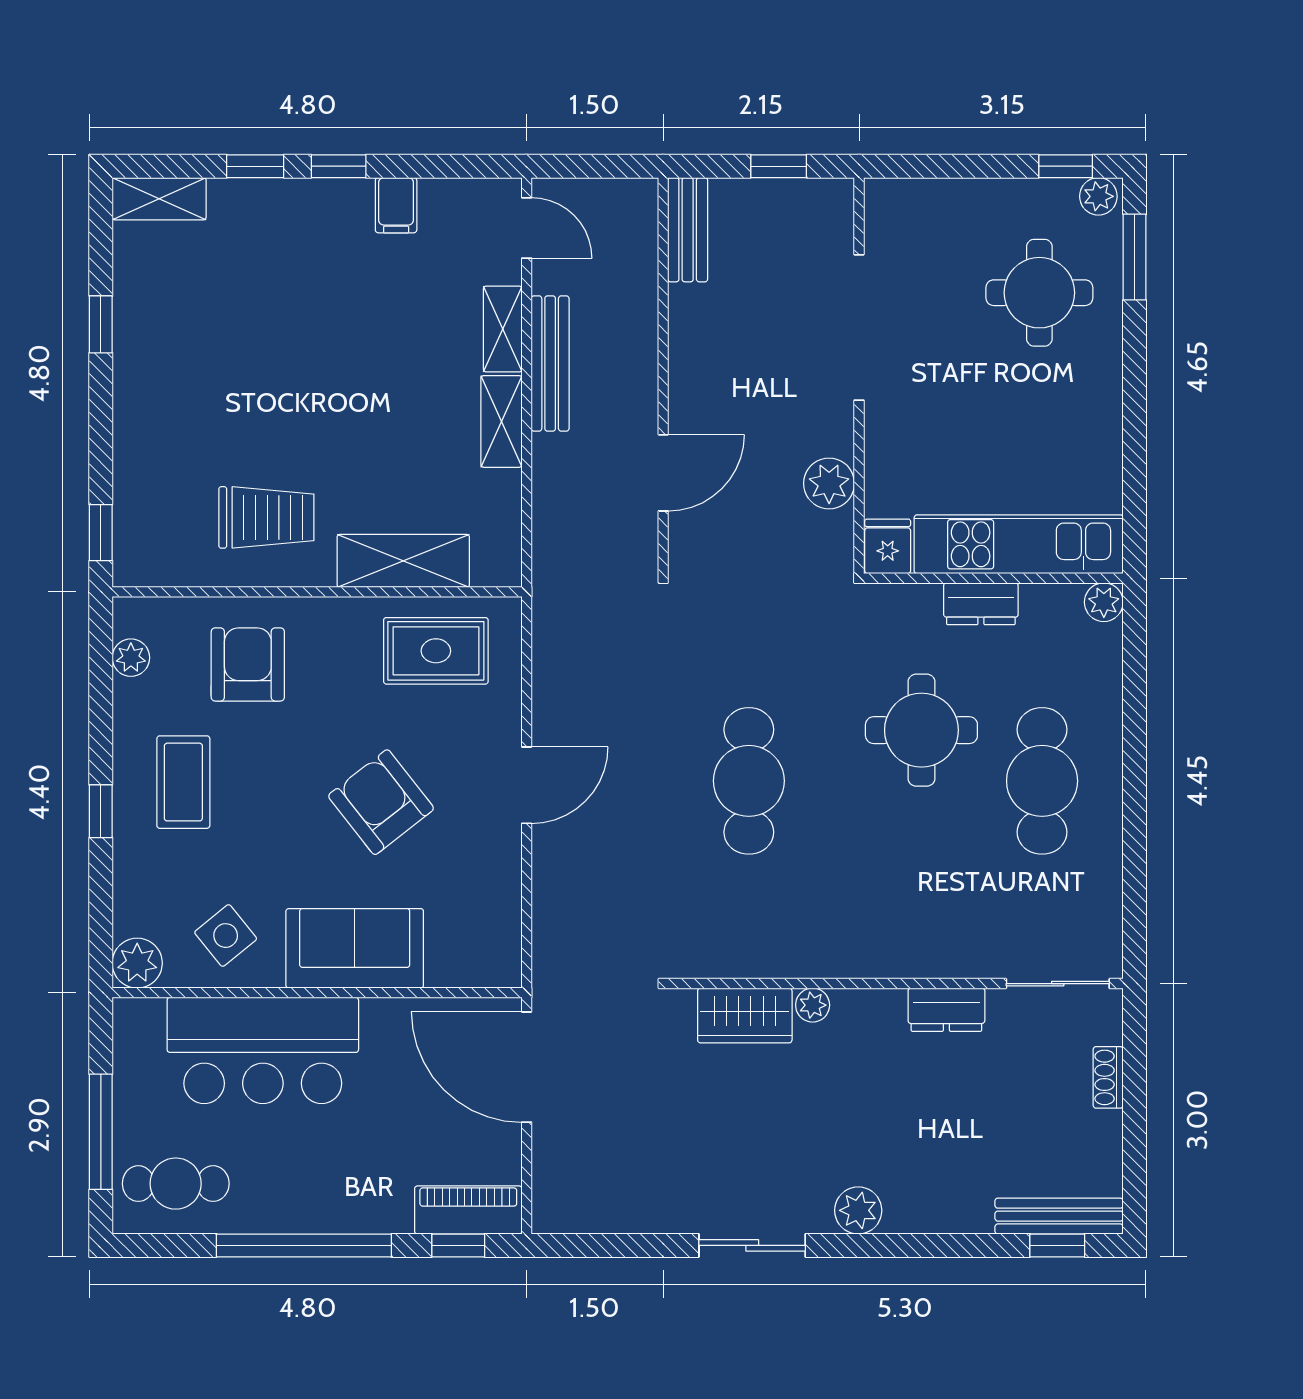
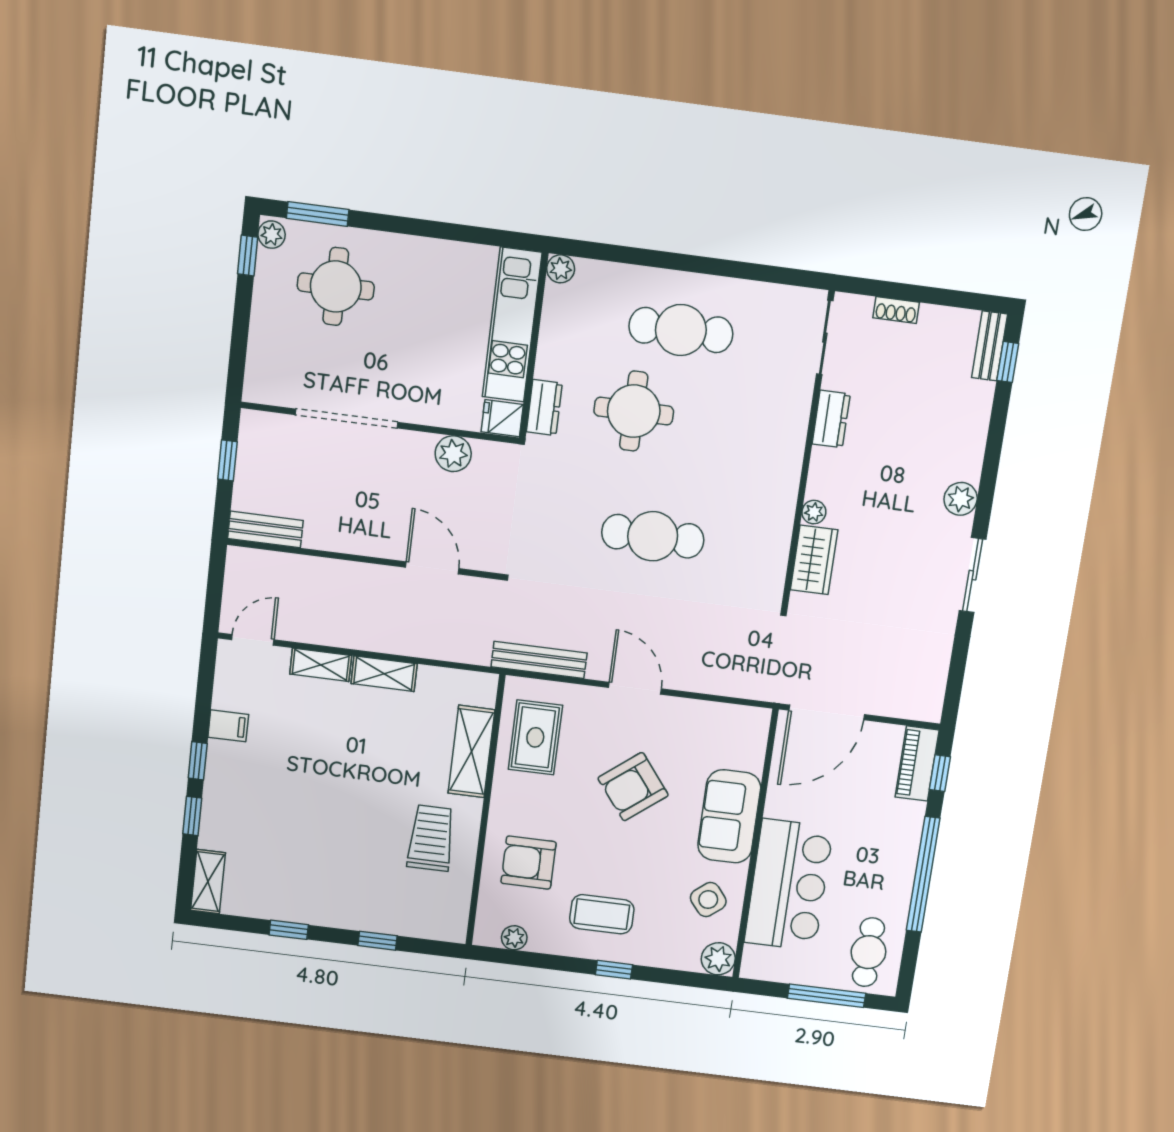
bench: (550, 364) -> (539, 660), moved
window: (101, 533) -> (378, 941), moved
dresser: (981, 604) -> (544, 408), moved
bench: (1059, 1216) -> (990, 346), width x0.73

